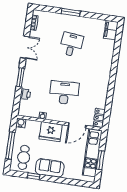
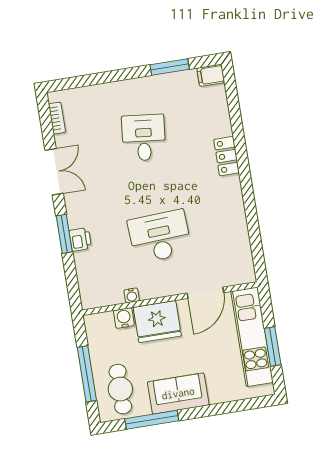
window: (71, 12) -> (170, 67), moved
filing cabinet: (111, 30) -> (211, 75), width x0.50
printer: (25, 94) -> (80, 239), moved
locker: (99, 118) -> (227, 156), moved
water cooler: (21, 123) -> (124, 318), moved
window: (34, 176) -> (152, 420), width x2.17

